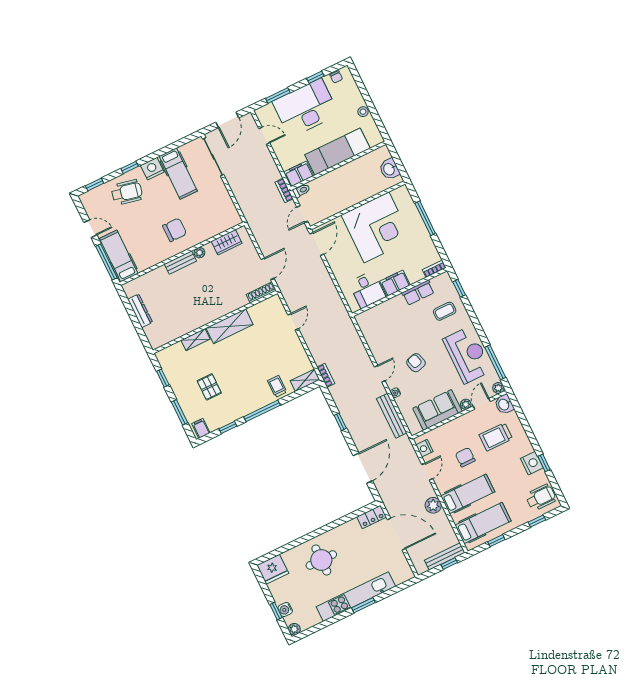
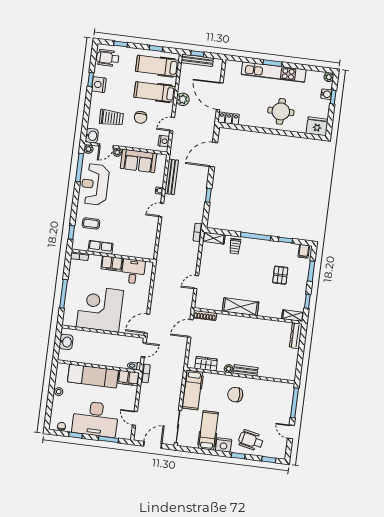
hospital bed: (119, 256) -> (192, 390), moved
dresser: (140, 311) -> (296, 336), moved
shelving: (196, 340) -> (293, 316), moved
armchair: (416, 363) -> (132, 202), removed

